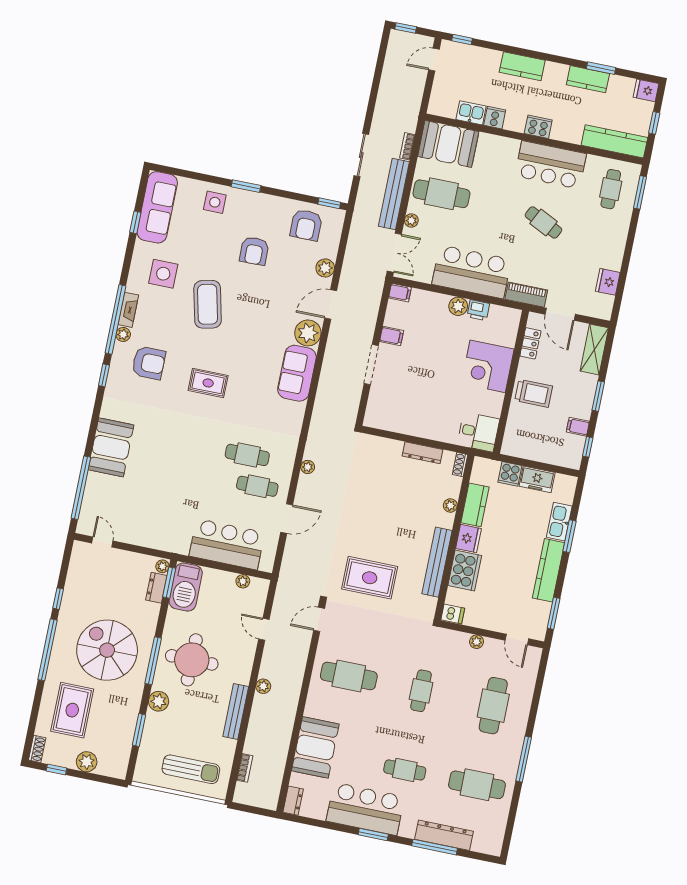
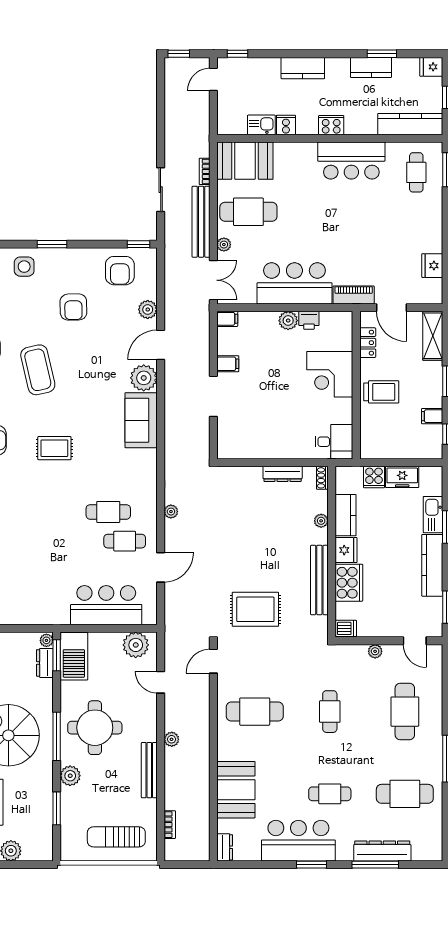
cafe table: (543, 222) -> (356, 219), removed
plant: (243, 581) -> (136, 645), width x1.88, depth x1.88
sun lounger: (191, 769) -> (116, 837), turned 180

